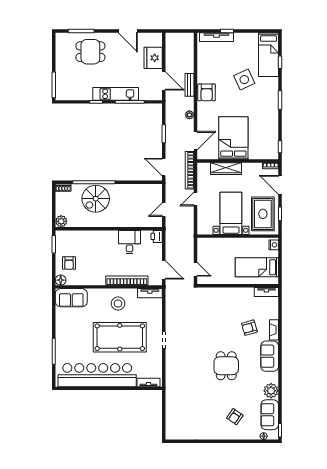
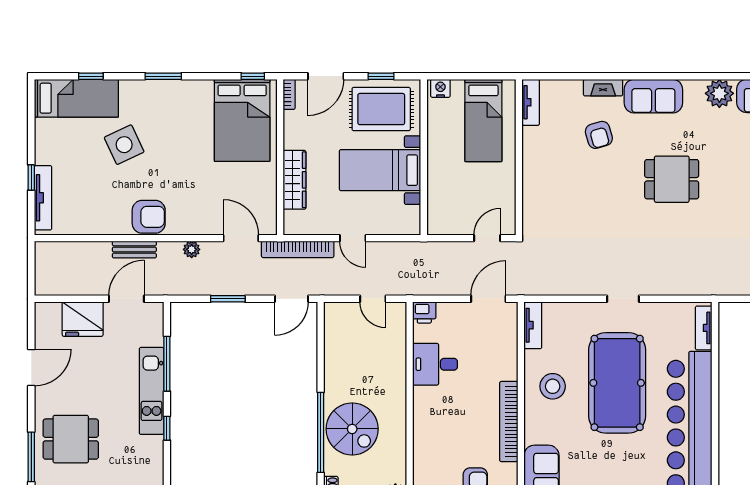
dining table: (90, 52) -> (71, 439), turned 90
bed: (233, 138) -> (242, 120), moved, turned -90
bookcase: (127, 281) -> (509, 422), moved

